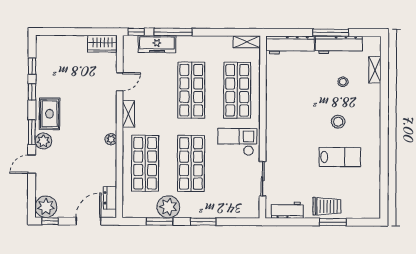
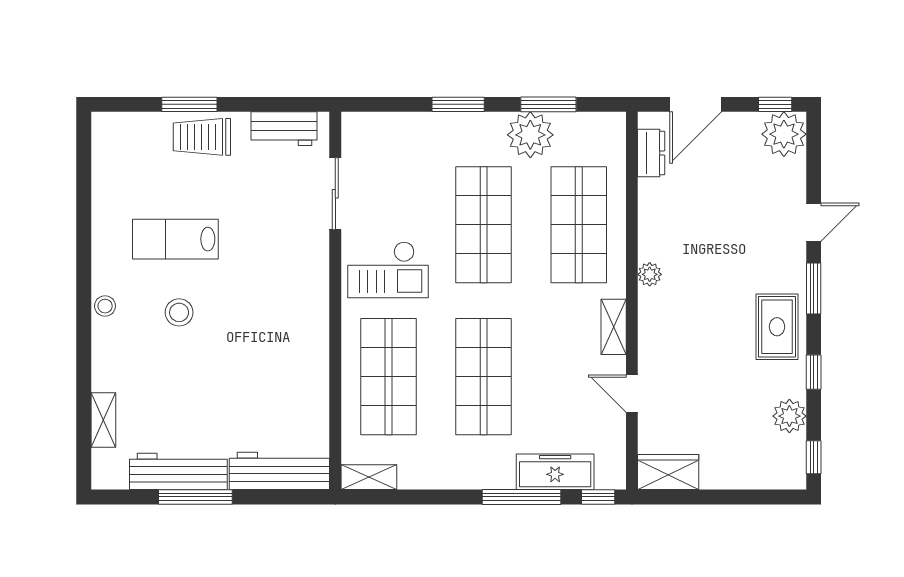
window: (32, 66) -> (814, 457), moved
door: (120, 82) -> (632, 394), hinge flipped
stool: (343, 82) -> (105, 306), moved
plant: (43, 141) -> (789, 416), moved

